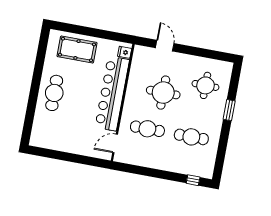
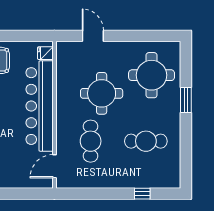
round table: (205, 85) -> (152, 75), width x1.36, depth x1.36
cafe table: (147, 129) -> (91, 141), turned 90
window: (193, 180) -> (142, 194), moved

